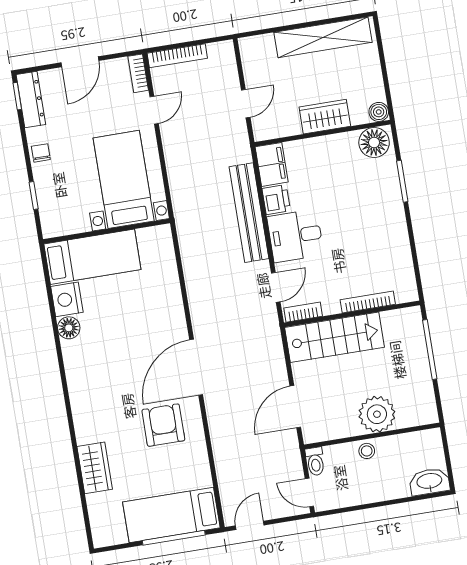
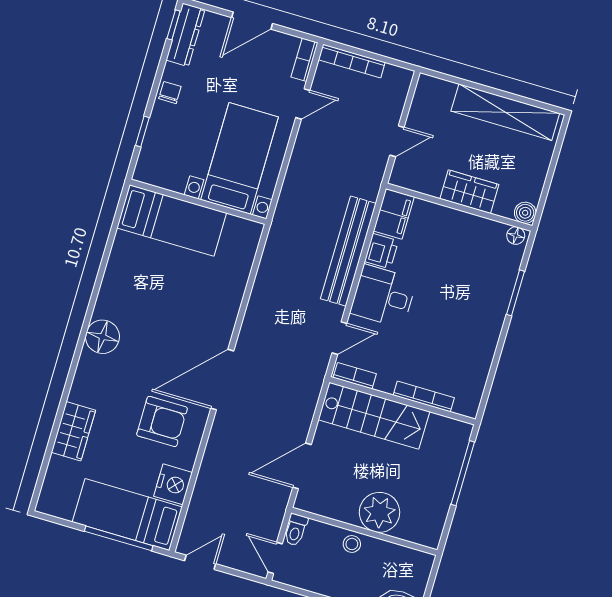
floor lamp: (374, 142) -> (516, 236), width x0.53, depth x0.53
nightstand: (67, 299) -> (173, 484), moved, turned 180
floor lamp: (69, 328) -> (102, 337), moved, width x1.38, depth x1.38
armchair: (163, 425) -> (162, 421), turned 90

